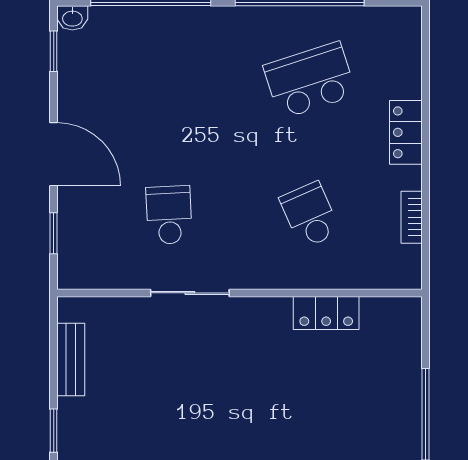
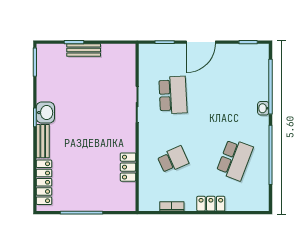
washbasin: (72, 18) -> (263, 108), moved
school desk: (310, 80) -> (235, 160), turned 39
school desk: (169, 215) -> (173, 95), width x1.85
bench: (71, 360) -> (84, 50), moved

